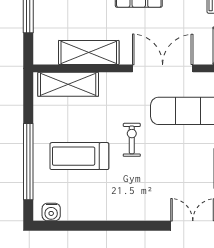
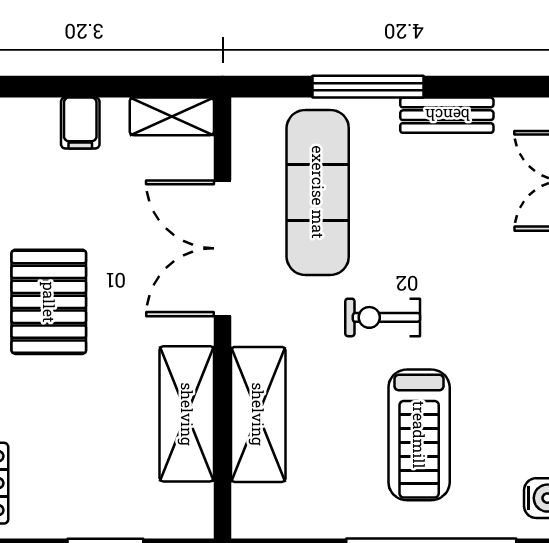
shelving: (68, 84) -> (258, 414), moved

